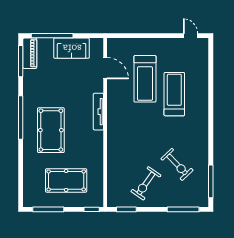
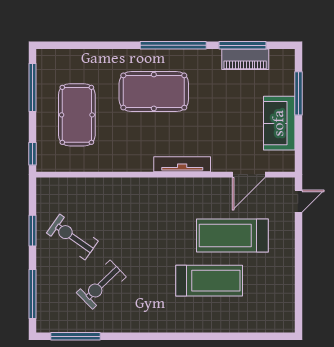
window: (52, 36) -> (299, 93), width x0.68
door: (191, 36) -> (299, 201), moved
piano: (30, 53) -> (245, 59), moved
window: (21, 61) -> (242, 45), moved
window: (126, 209) -> (33, 231), moved

